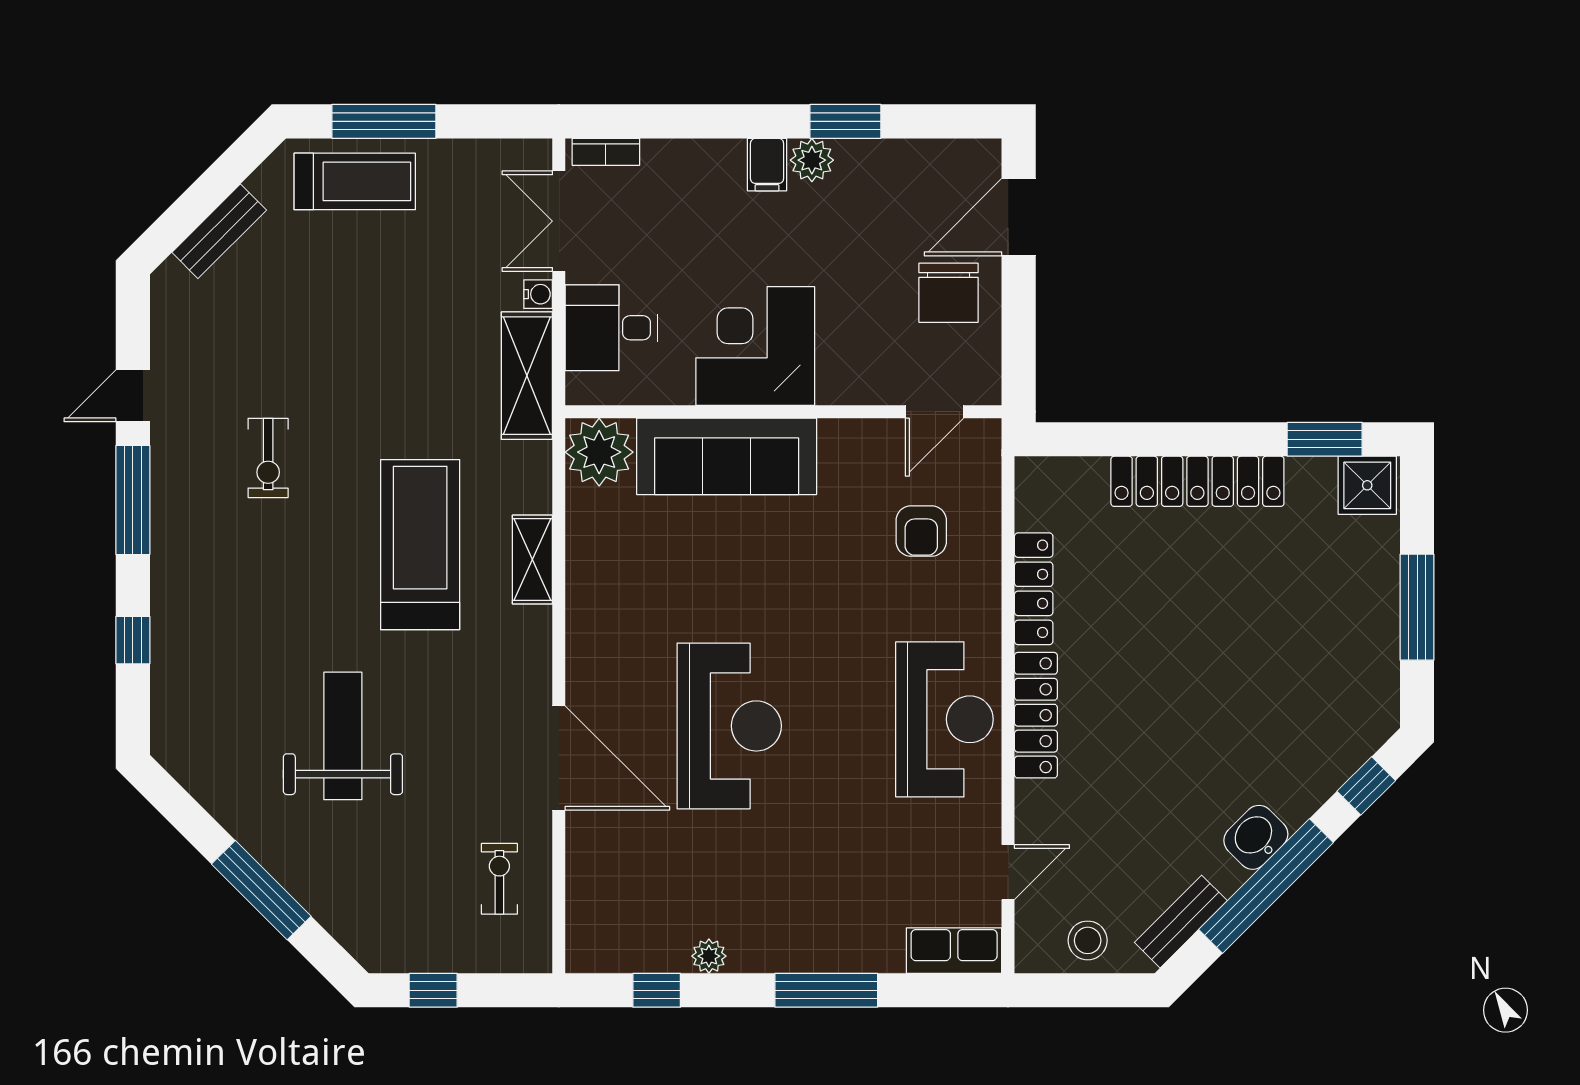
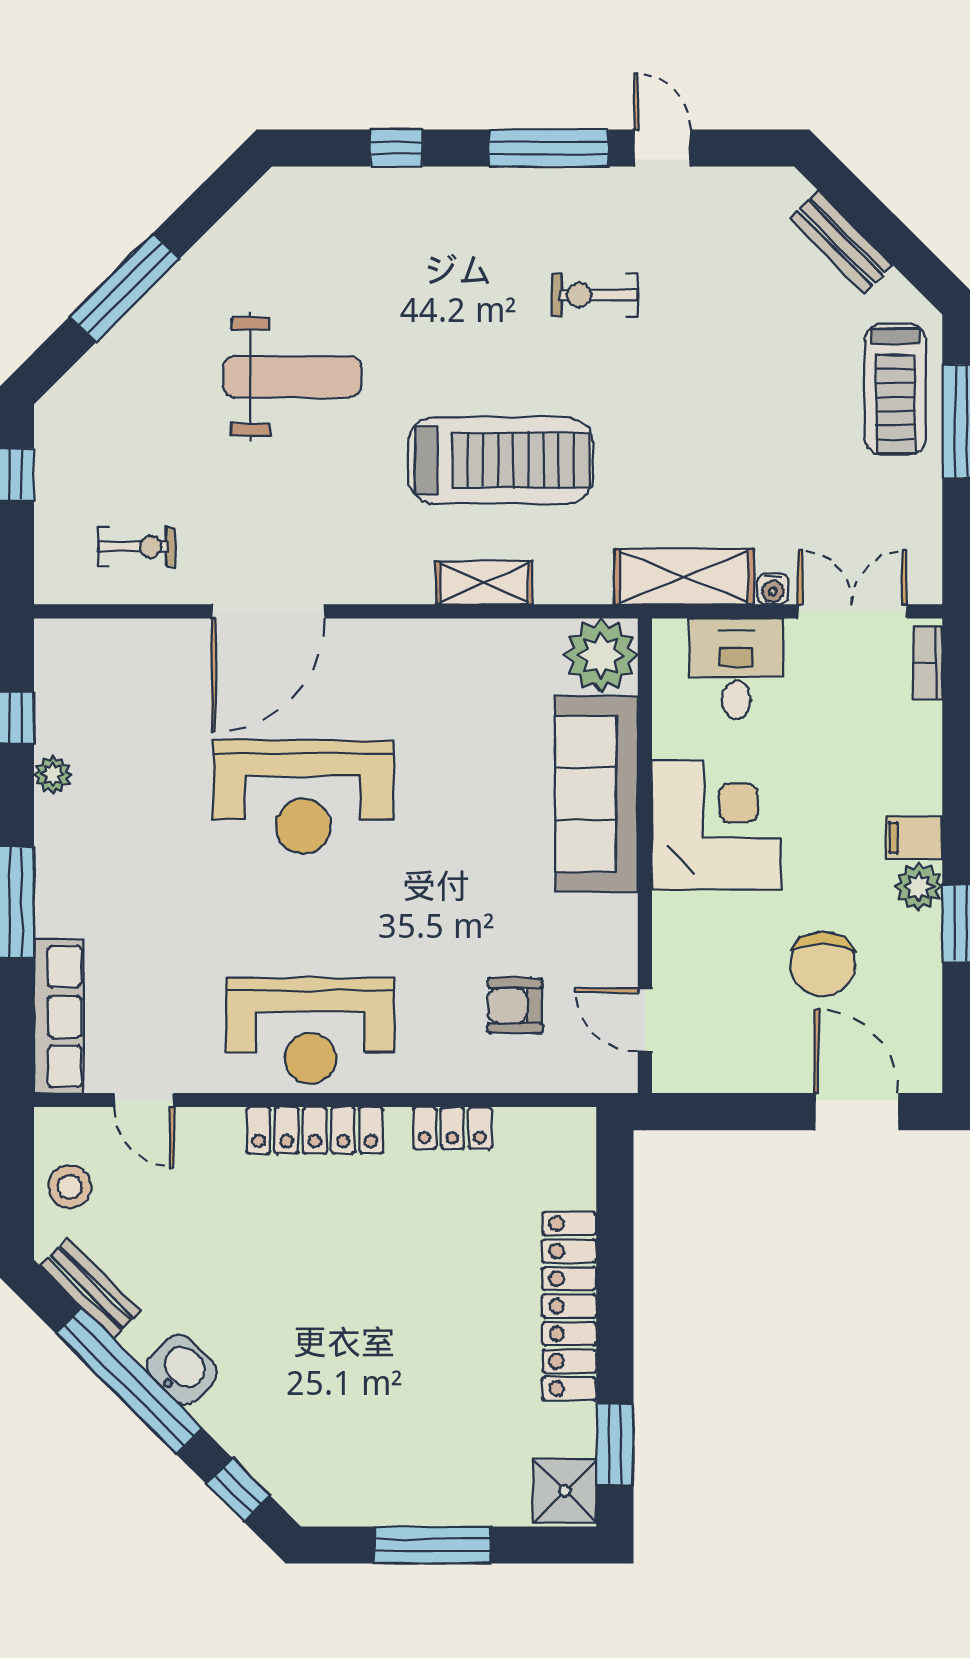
chair: (949, 293) -> (823, 964), moved, turned -90
locker: (1034, 589) -> (452, 1128), width x0.66
row of seats: (954, 951) -> (59, 1017), width x1.48

